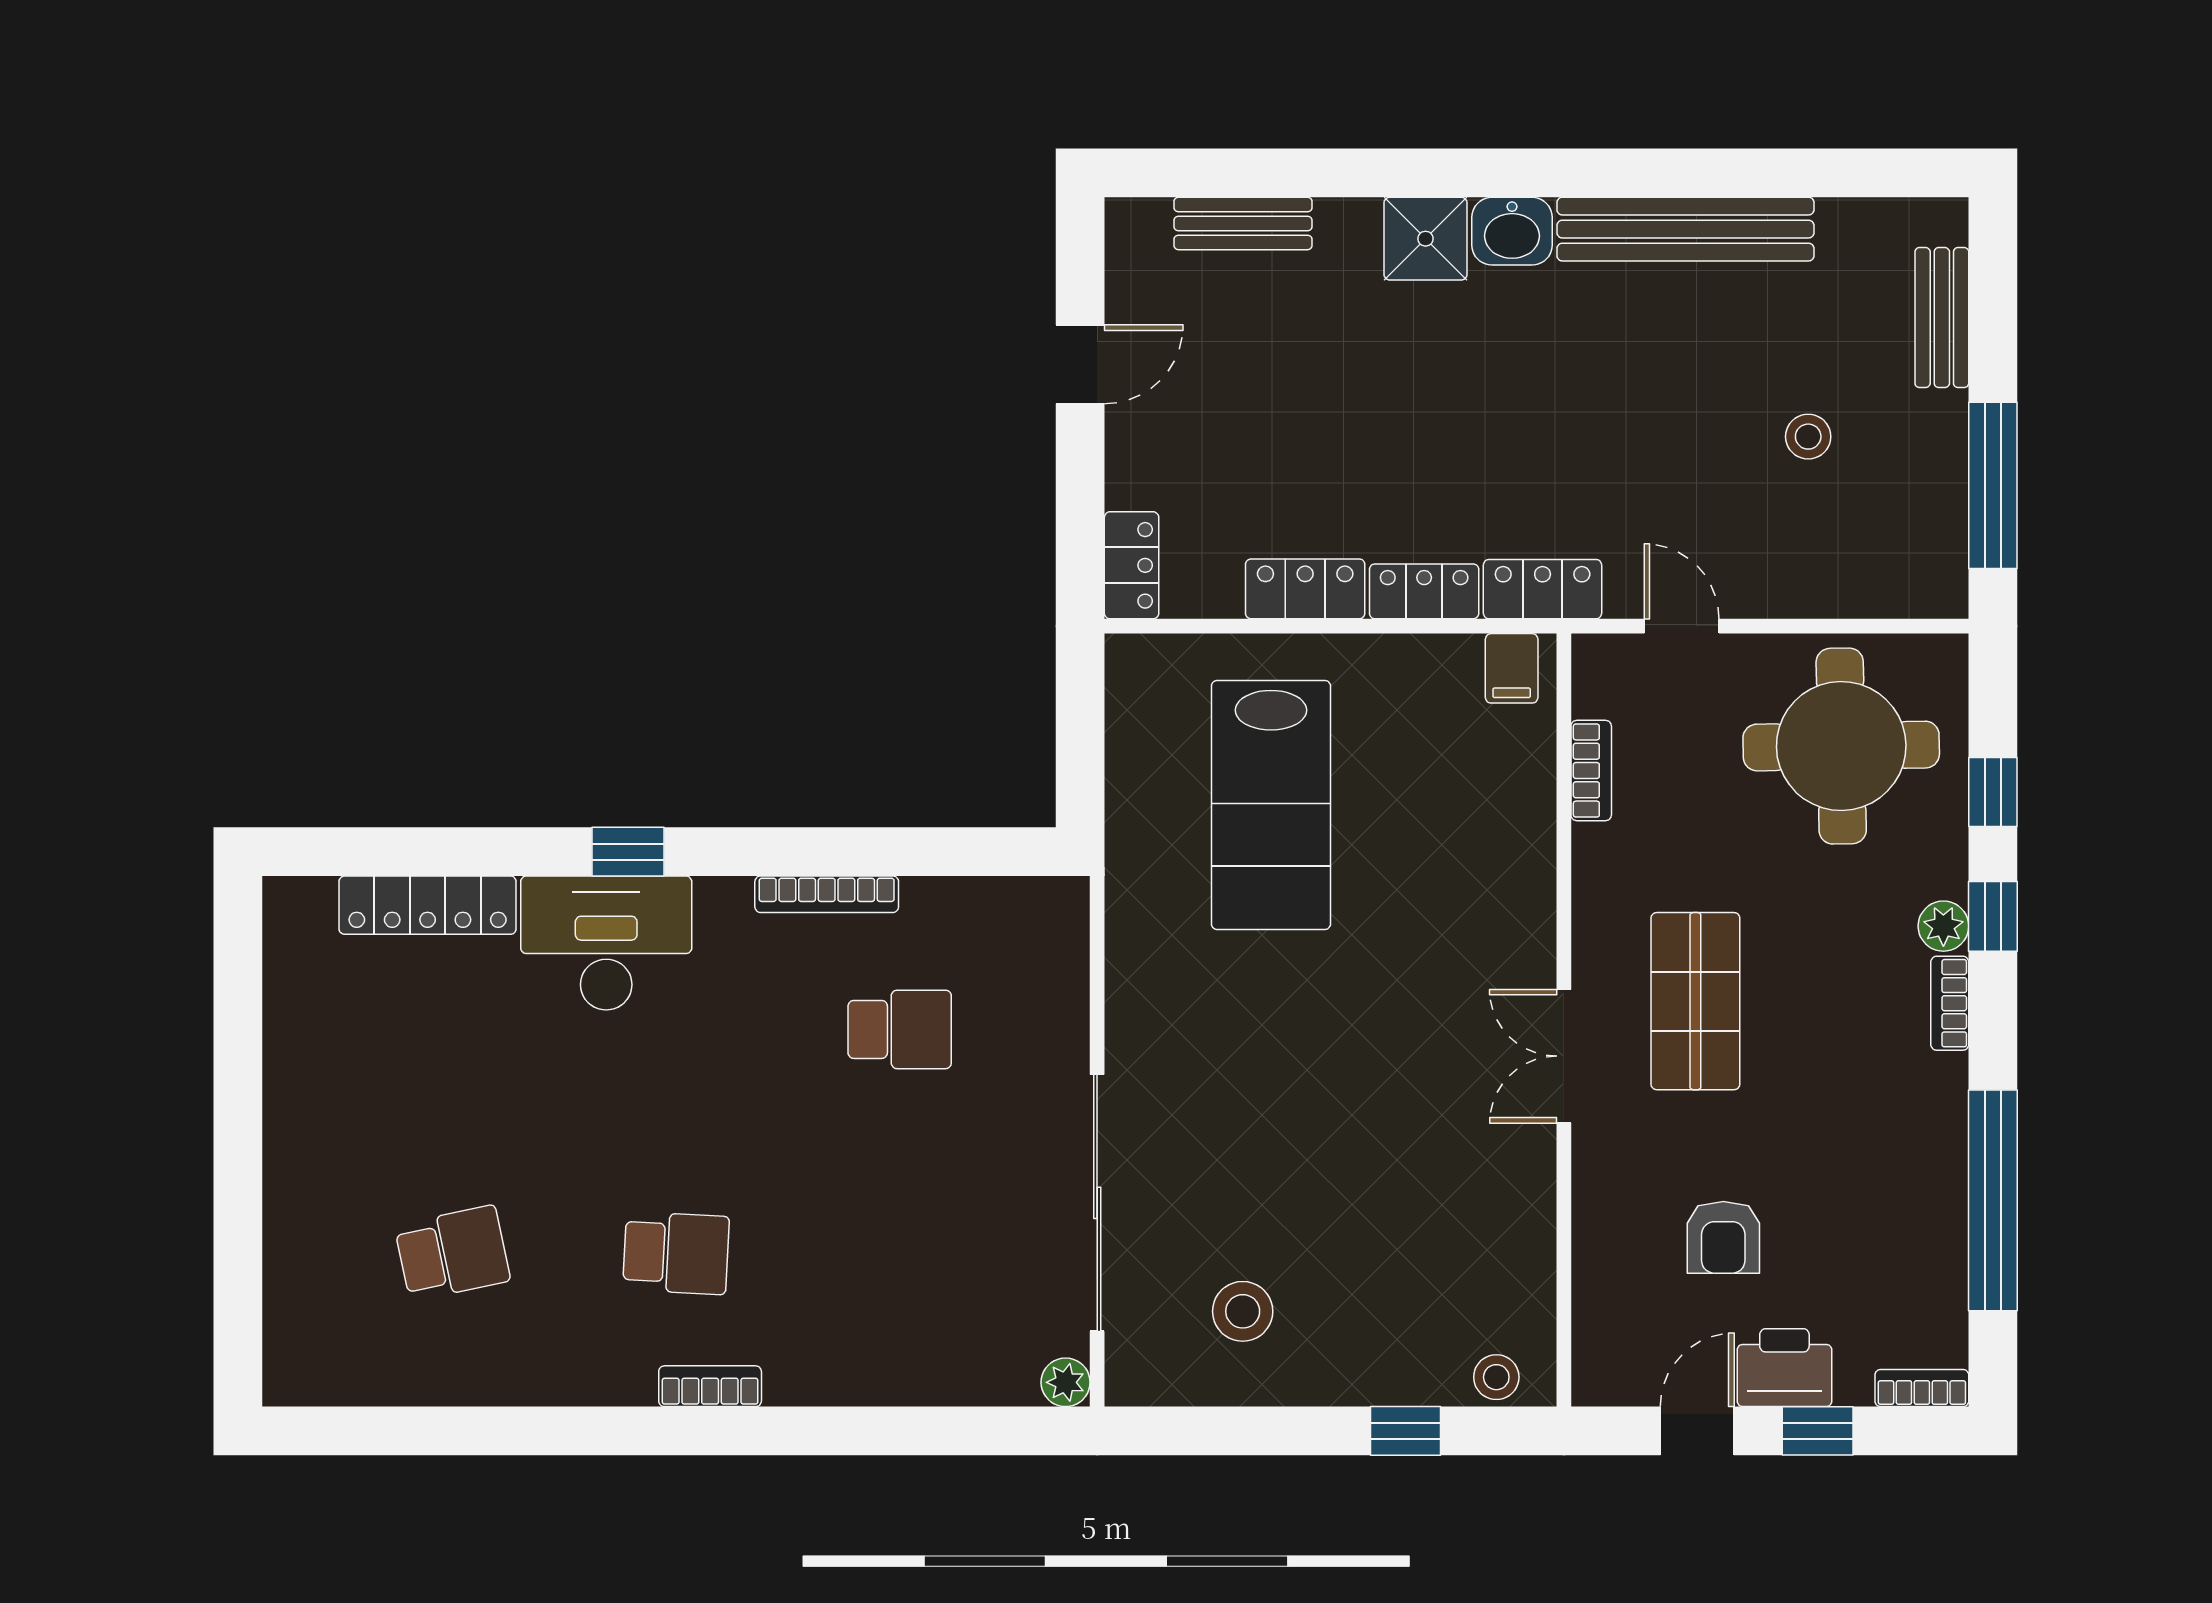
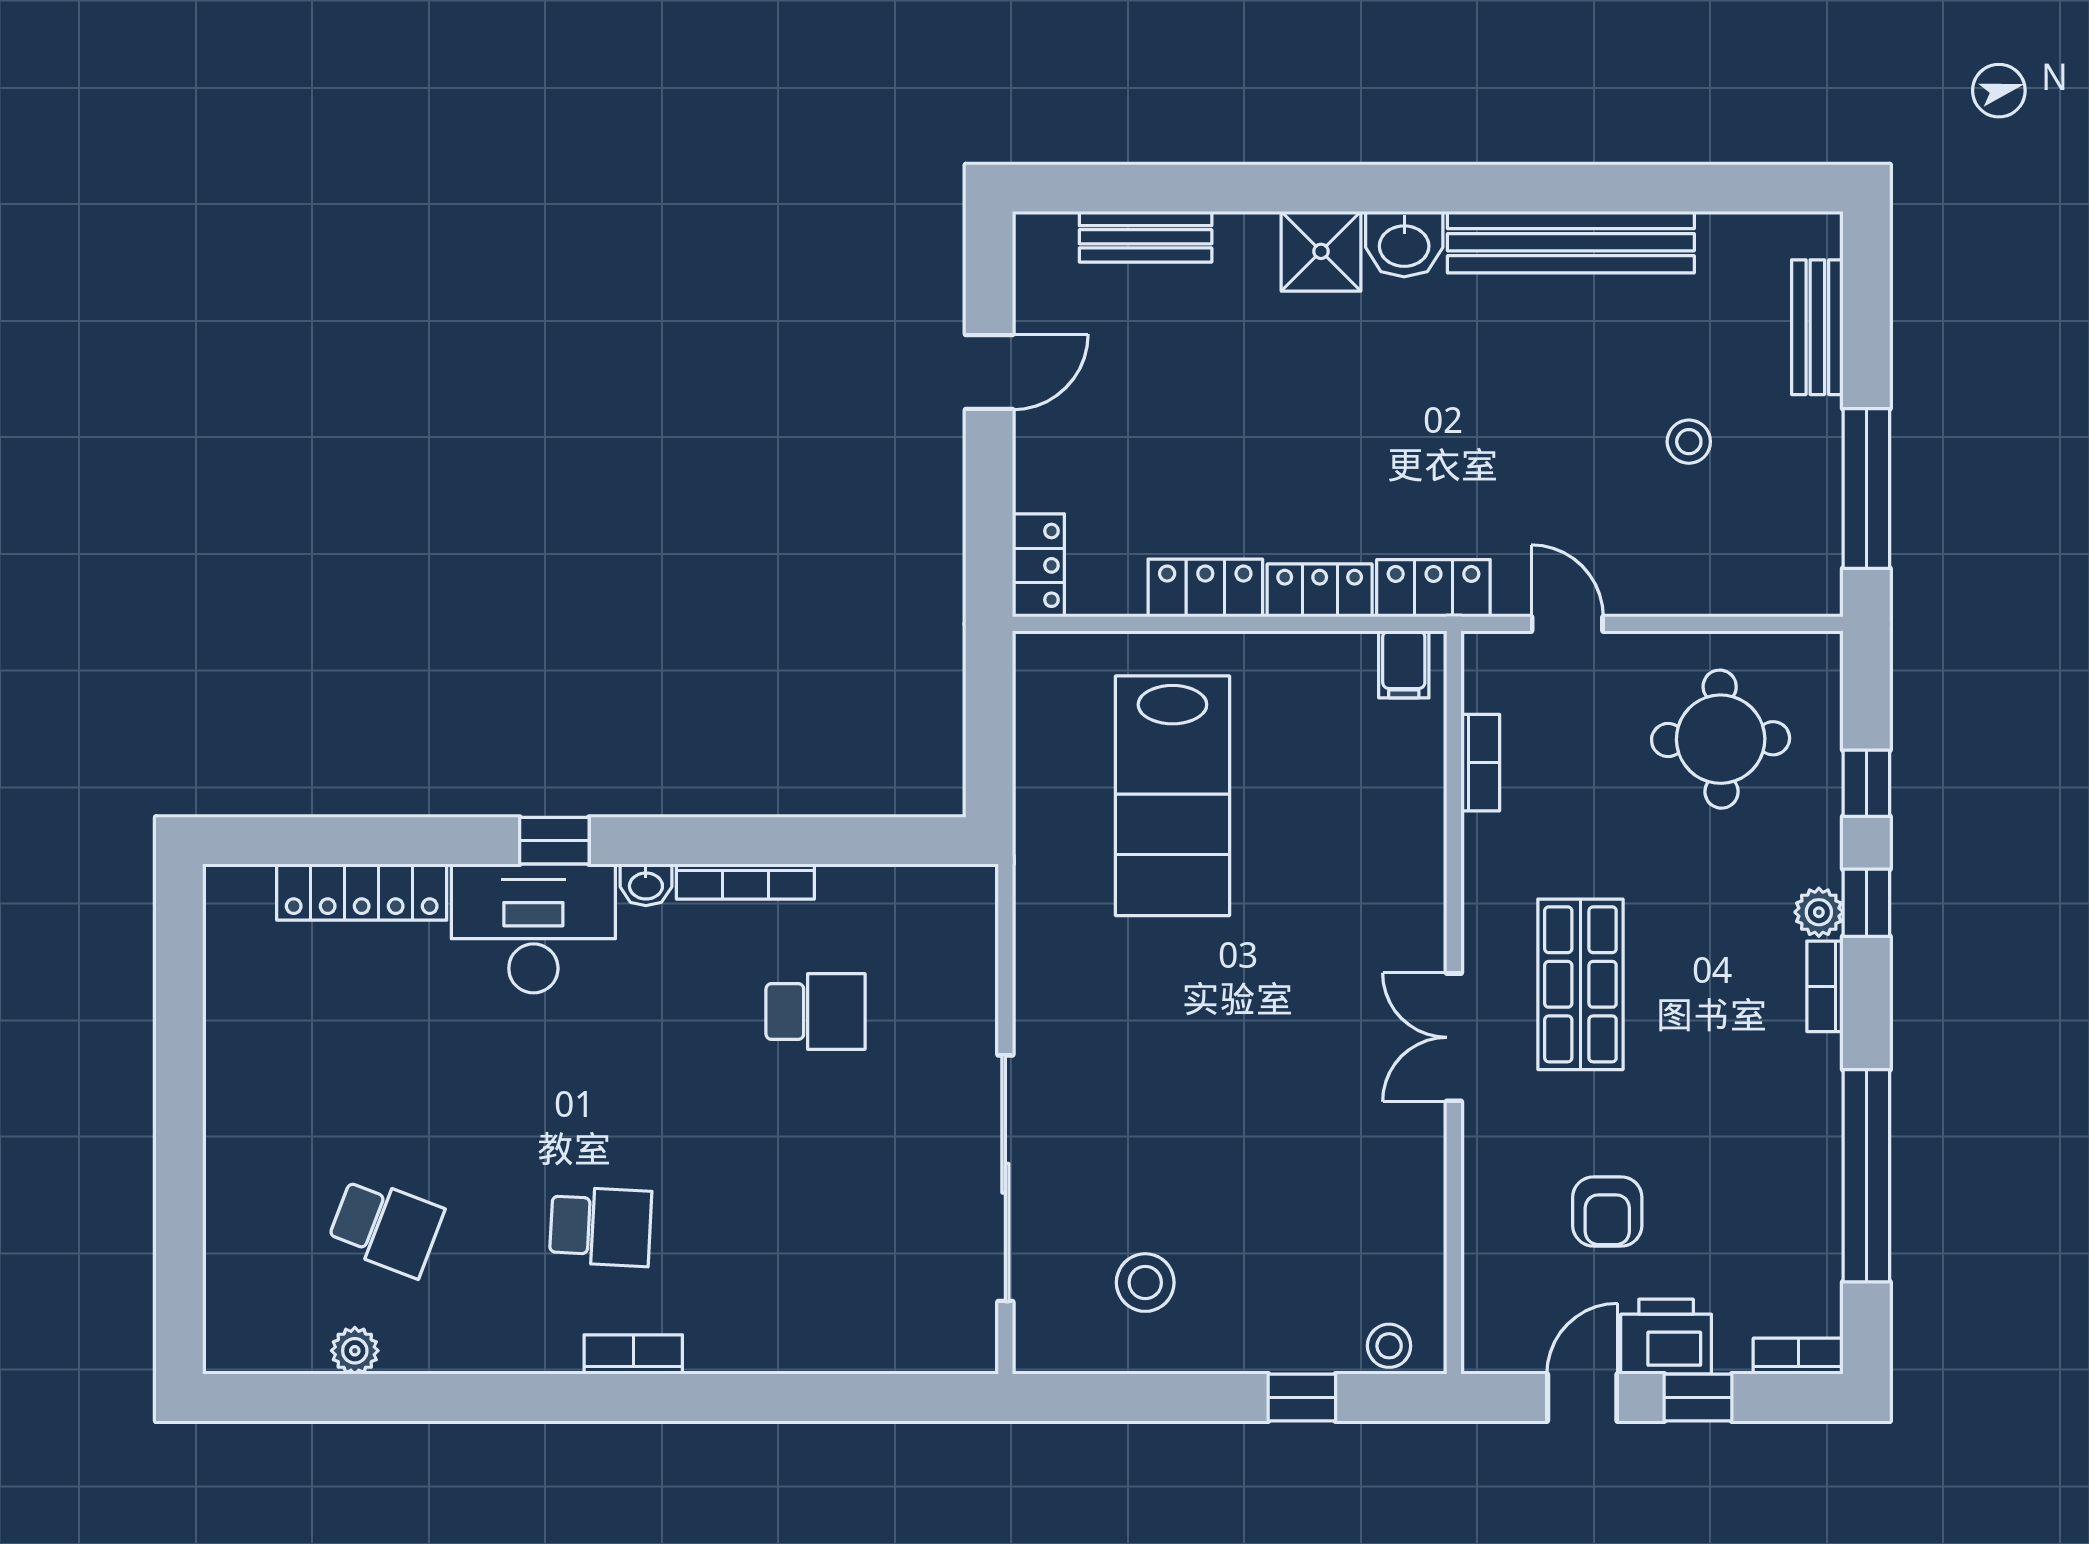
round table: (1841, 746) -> (1721, 739), width x0.73, depth x0.73
washbasin: (723, 898) -> (646, 885), added
school desk: (452, 1253) -> (386, 1227), turned 33
plant: (1066, 1382) -> (355, 1351), moved

